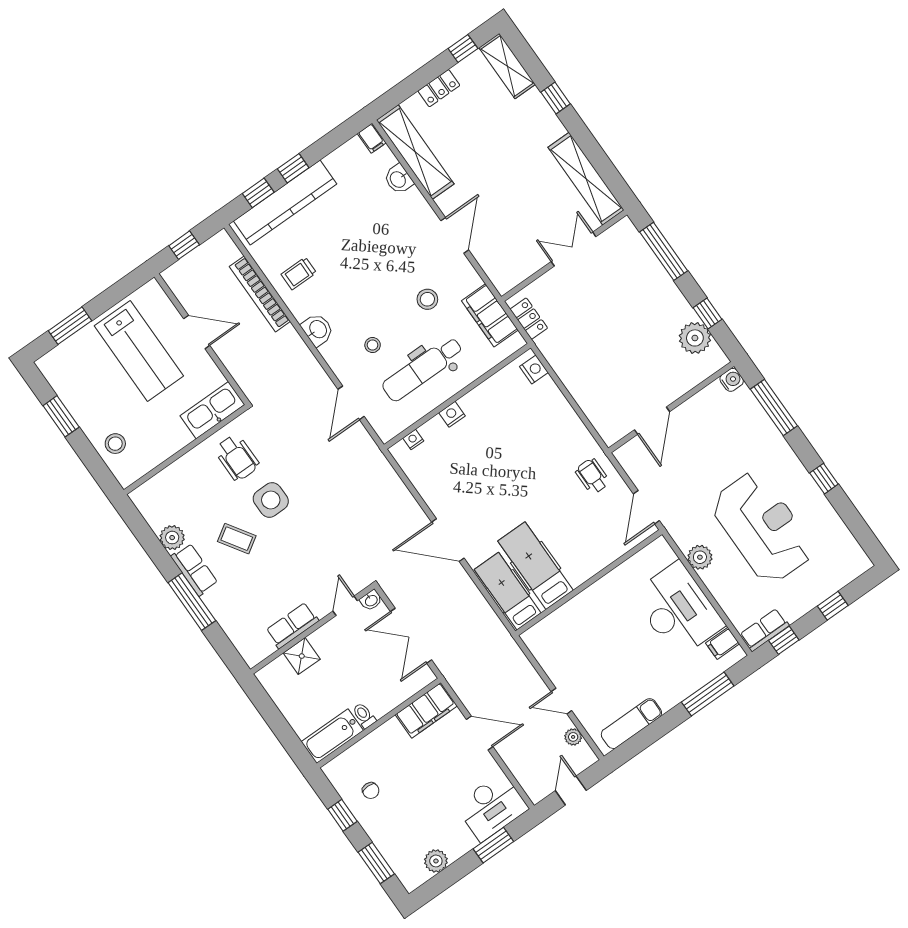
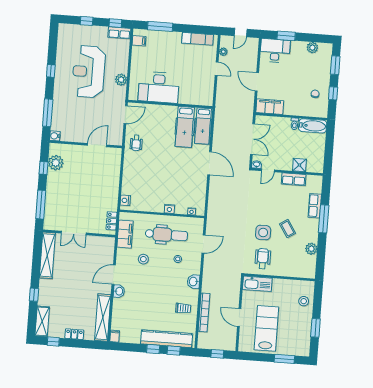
washbasin: (398, 179) -> (119, 291), moved
row of seats: (194, 570) -> (315, 206), moved
desk: (678, 610) -> (159, 87), moved, turned -90

